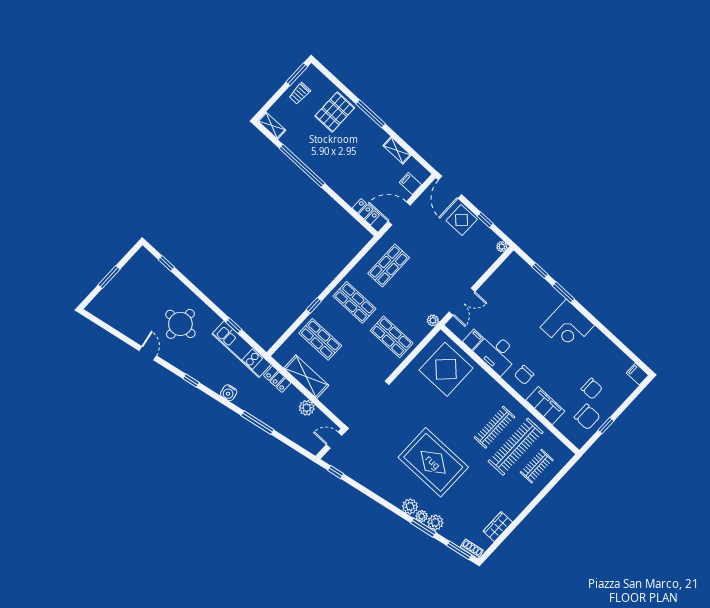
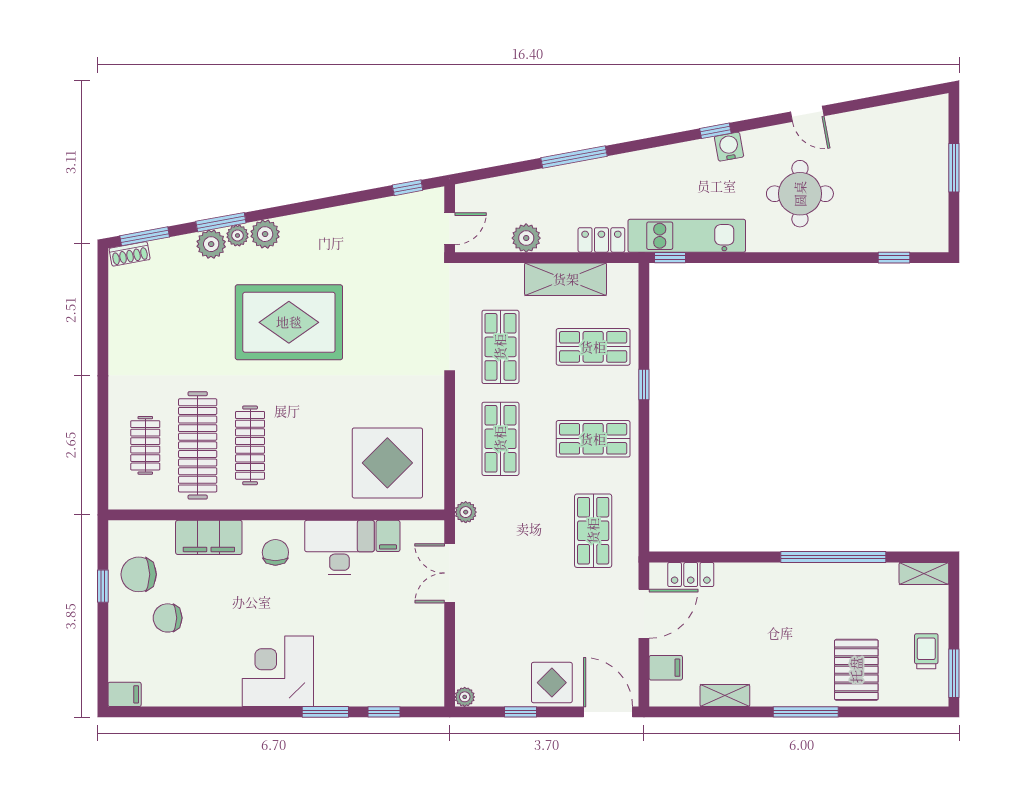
window: (234, 326) -> (670, 258), moved
shop shelf: (392, 337) -> (500, 439), turned 90
shop shelf: (357, 374) -> (500, 347), added
water cooler: (229, 393) -> (729, 147), moved
wardrobe: (498, 527) -> (122, 316), removed

